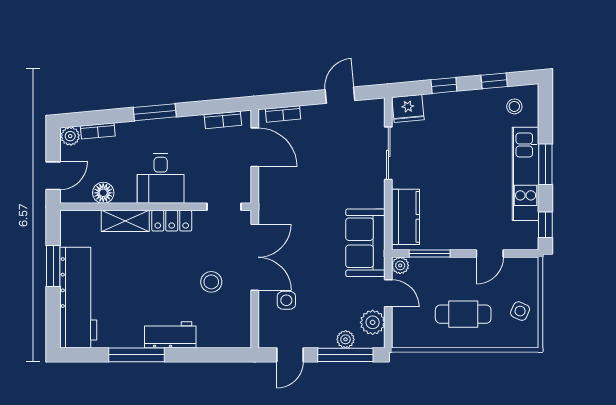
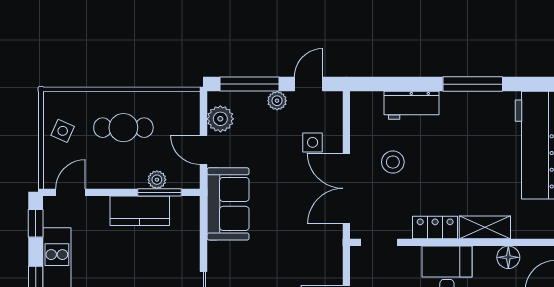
kitchen counter: (406, 217) -> (140, 211), moved, turned -90
door: (490, 254) -> (70, 192), moved
plant: (400, 265) -> (157, 180), moved
workbench: (170, 335) -> (412, 105), moved
plant: (346, 339) -> (277, 101), moved

